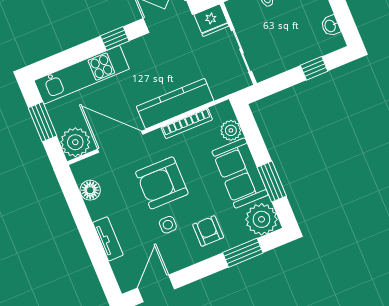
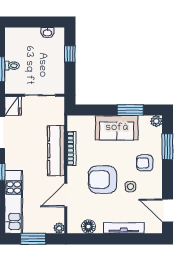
plant: (231, 130) -> (87, 122), removed
plant: (75, 142) -> (59, 228), width x0.53, depth x0.53
door: (120, 142) -> (66, 195), width x0.73
armchair: (162, 183) -> (103, 180), turned 90
plant: (261, 219) -> (156, 121), width x0.53, depth x0.53
tv unit: (108, 239) -> (124, 228), width x1.41

